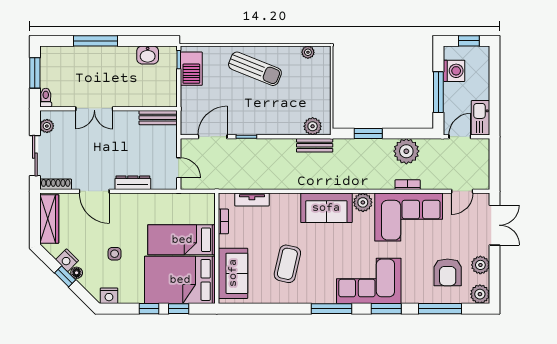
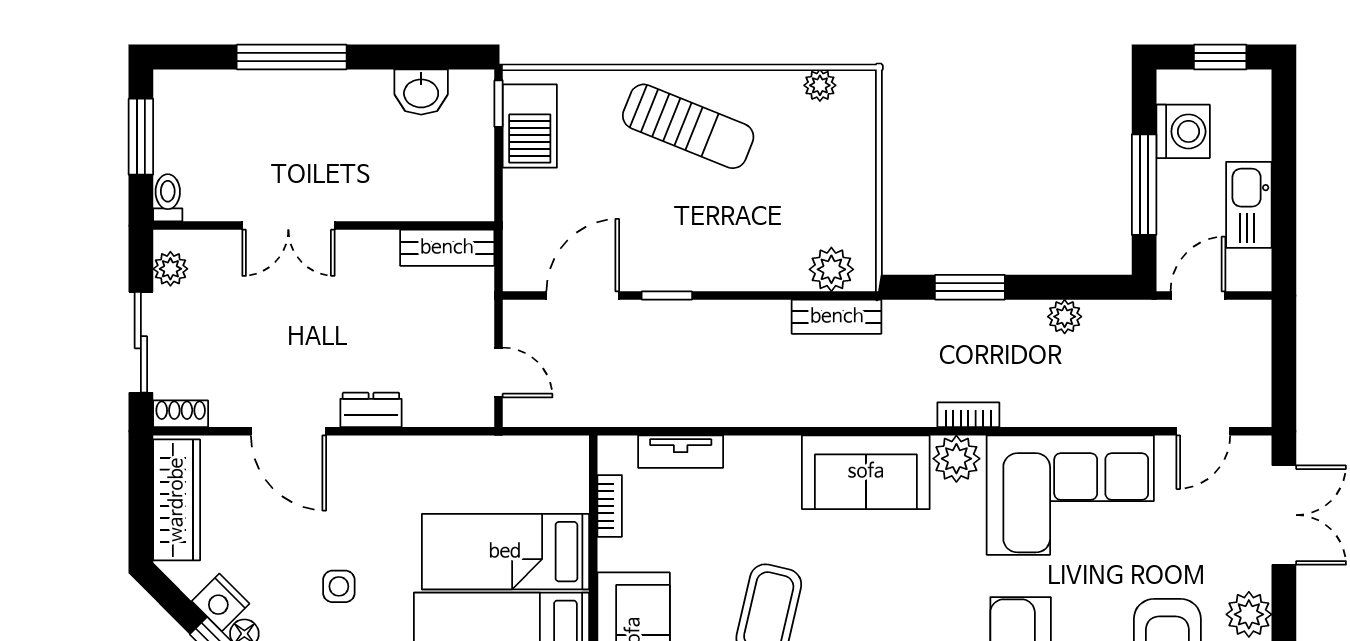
kitchen sink: (480, 118) -> (1249, 205), moved
plant: (406, 151) -> (1065, 317), width x0.53, depth x0.53
dresser: (133, 183) -> (371, 410), width x0.70
shoe rack: (56, 184) -> (181, 414), width x0.70
bookcase: (408, 185) -> (968, 415), moved

